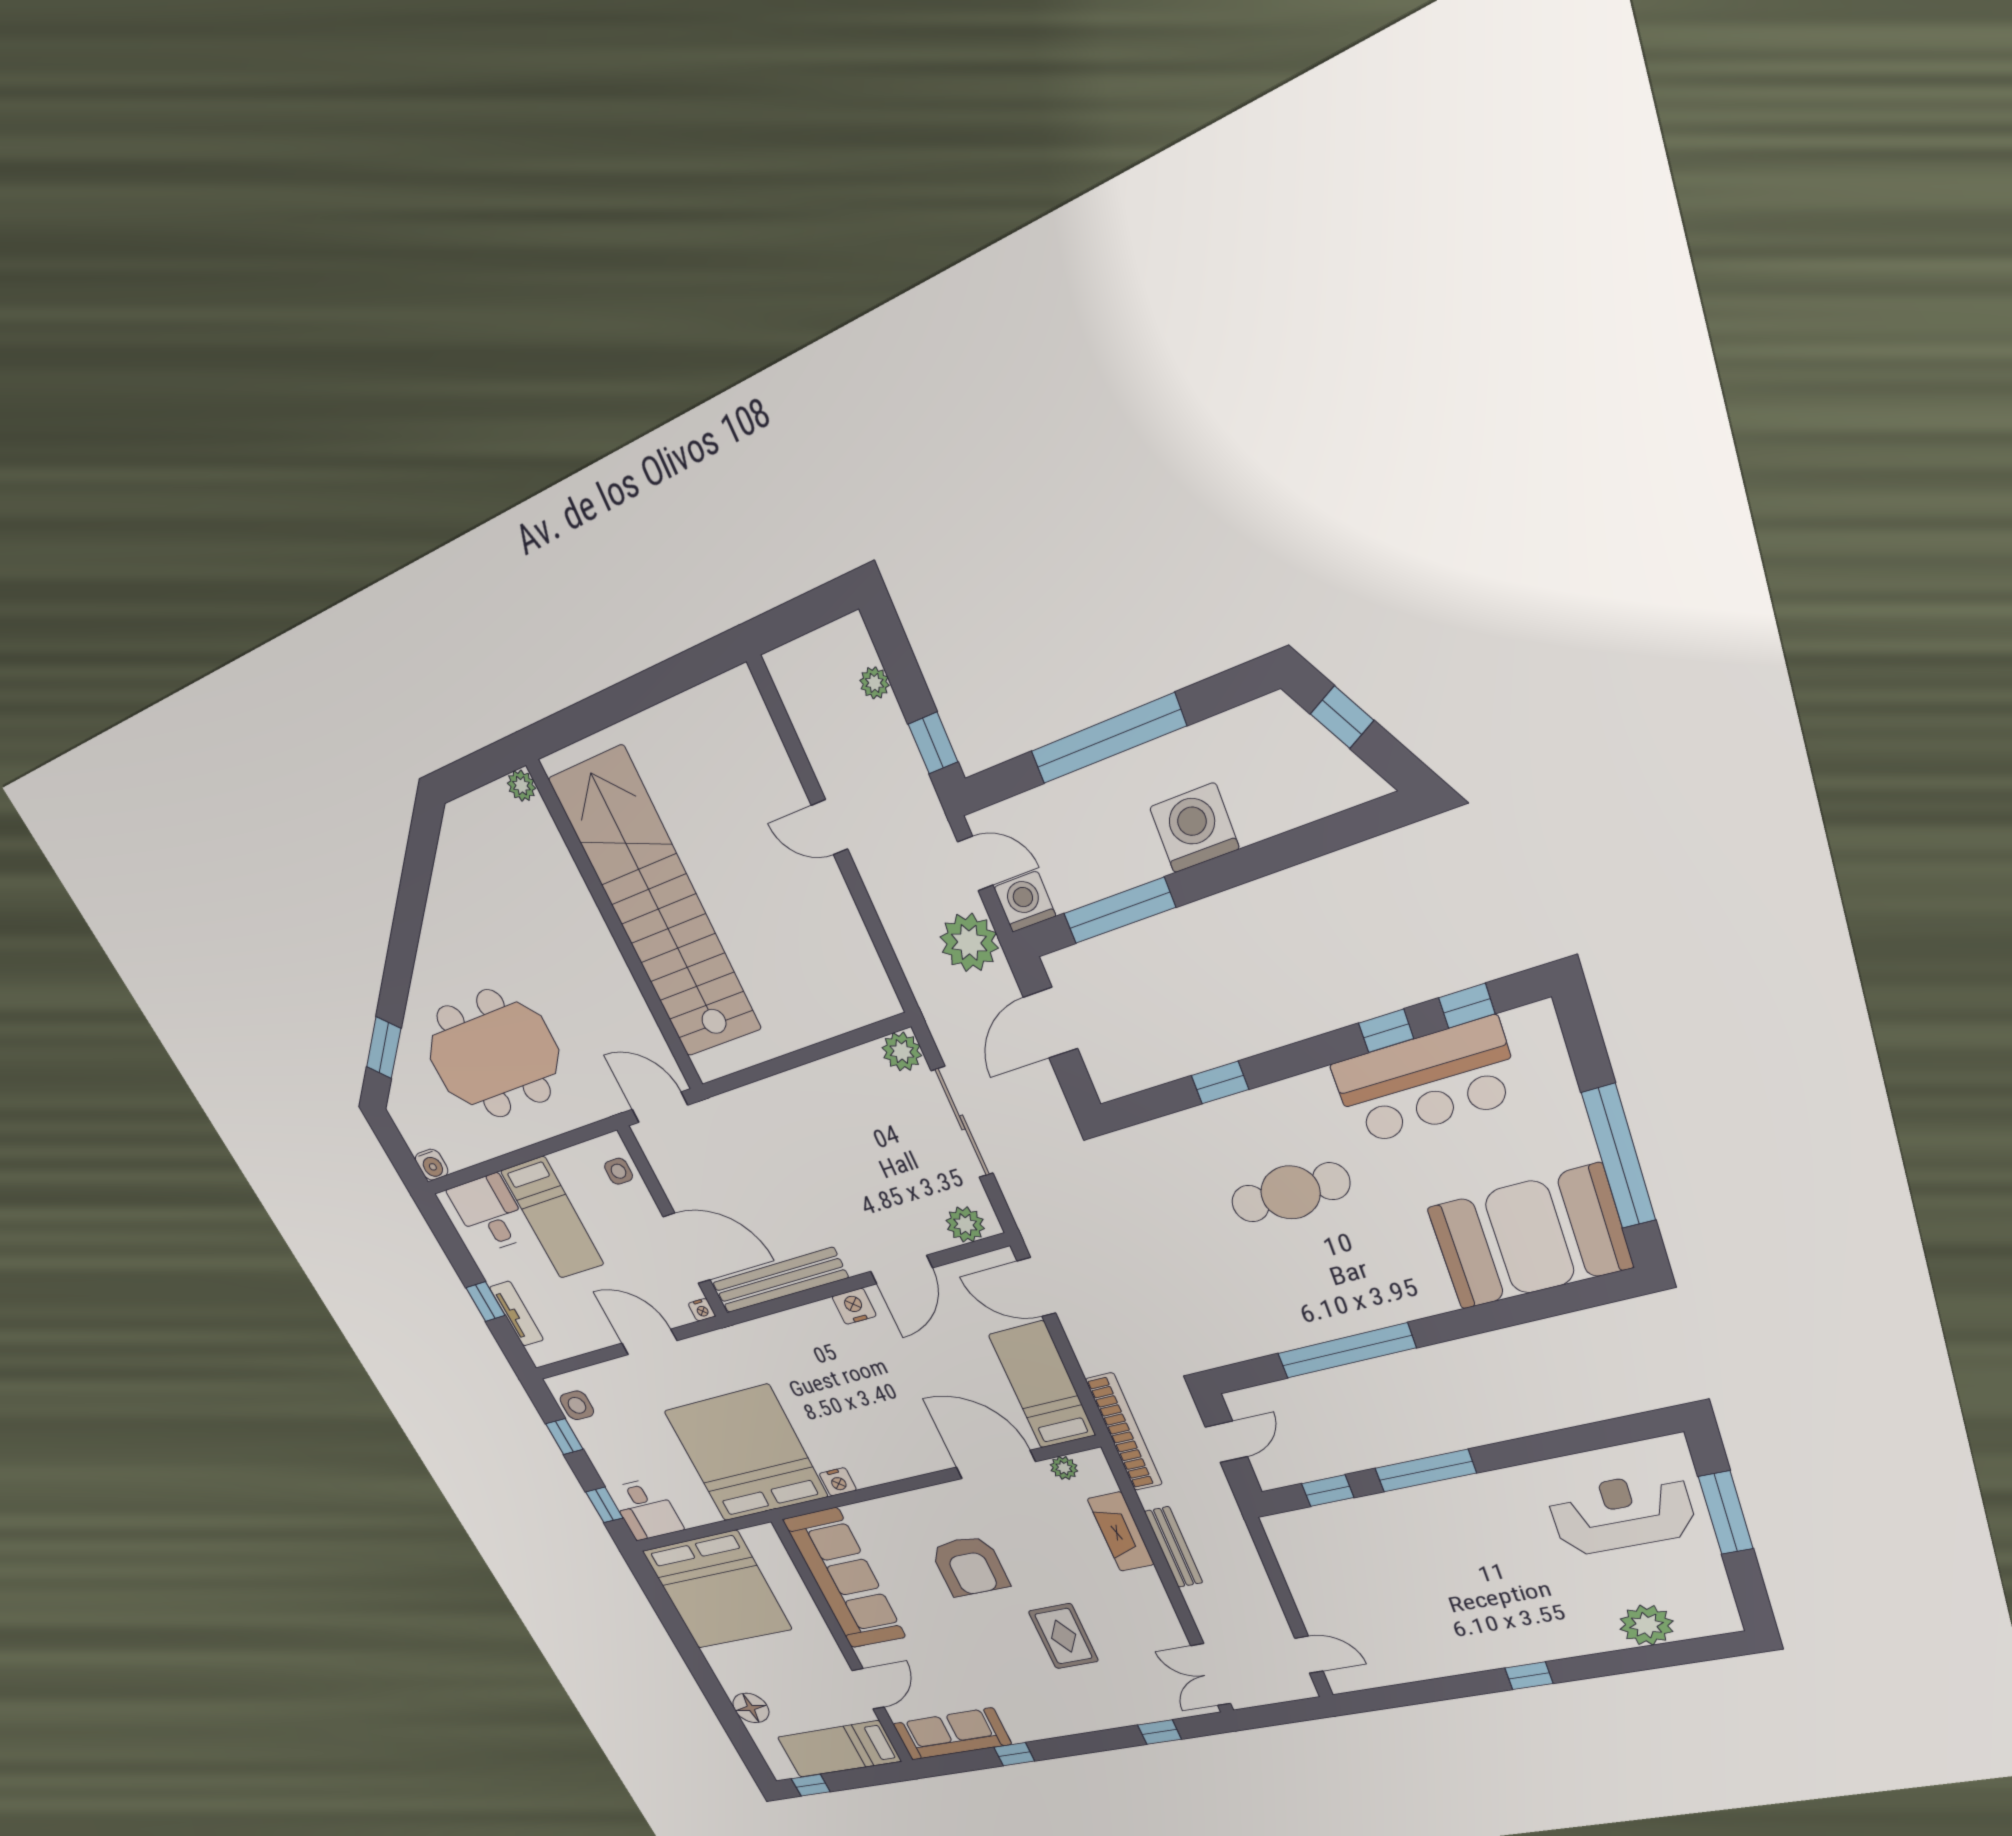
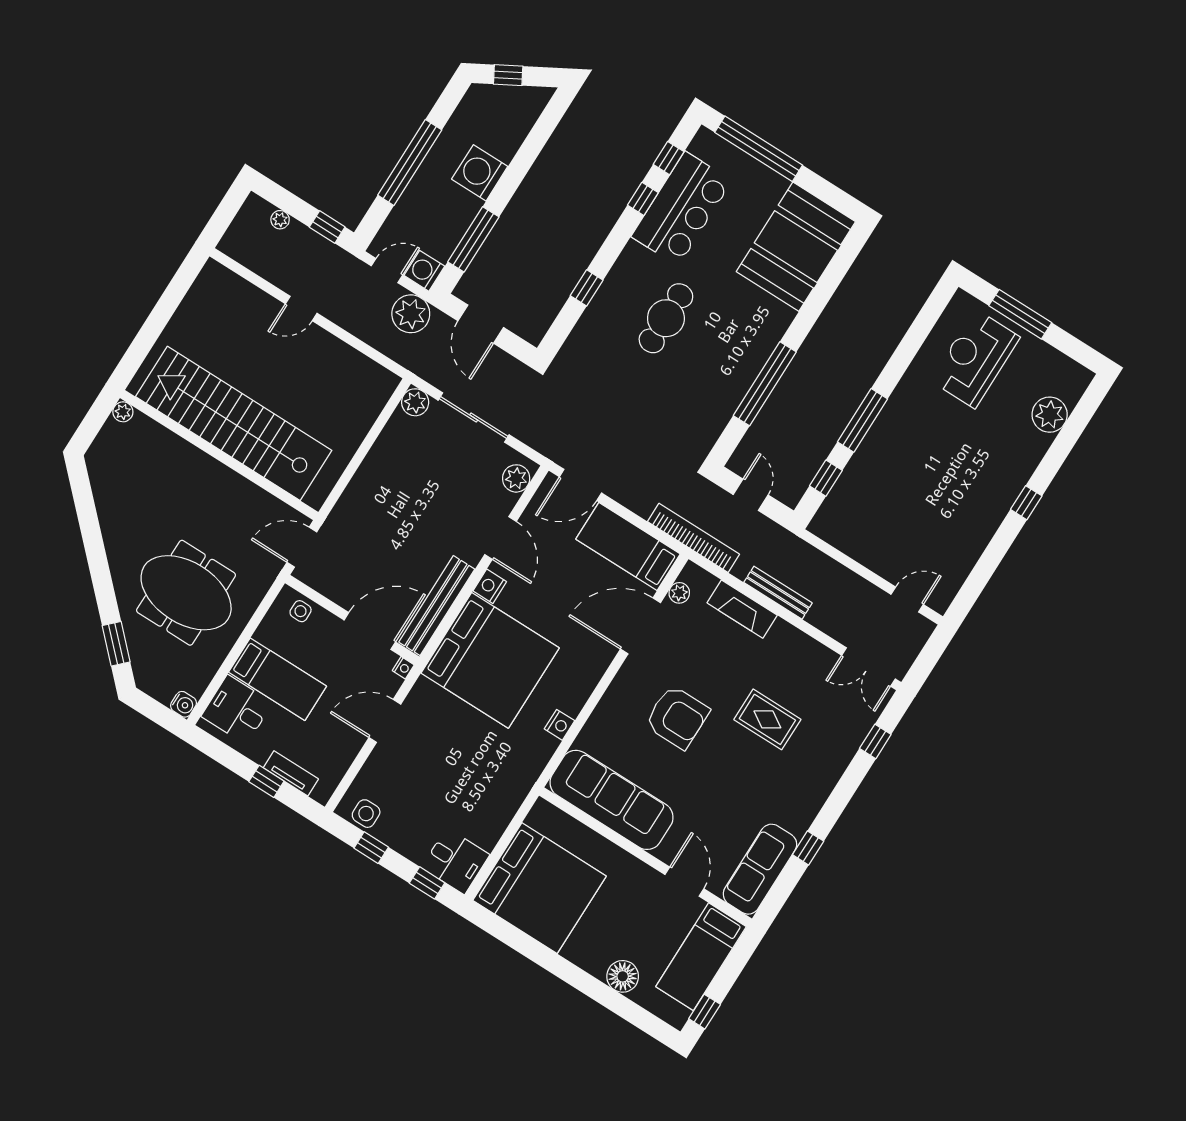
meeting table: (494, 1054) -> (186, 593), turned 90
window: (1619, 1157) -> (759, 149), moved
bed: (746, 1454) -> (490, 660), moved, turned 180

